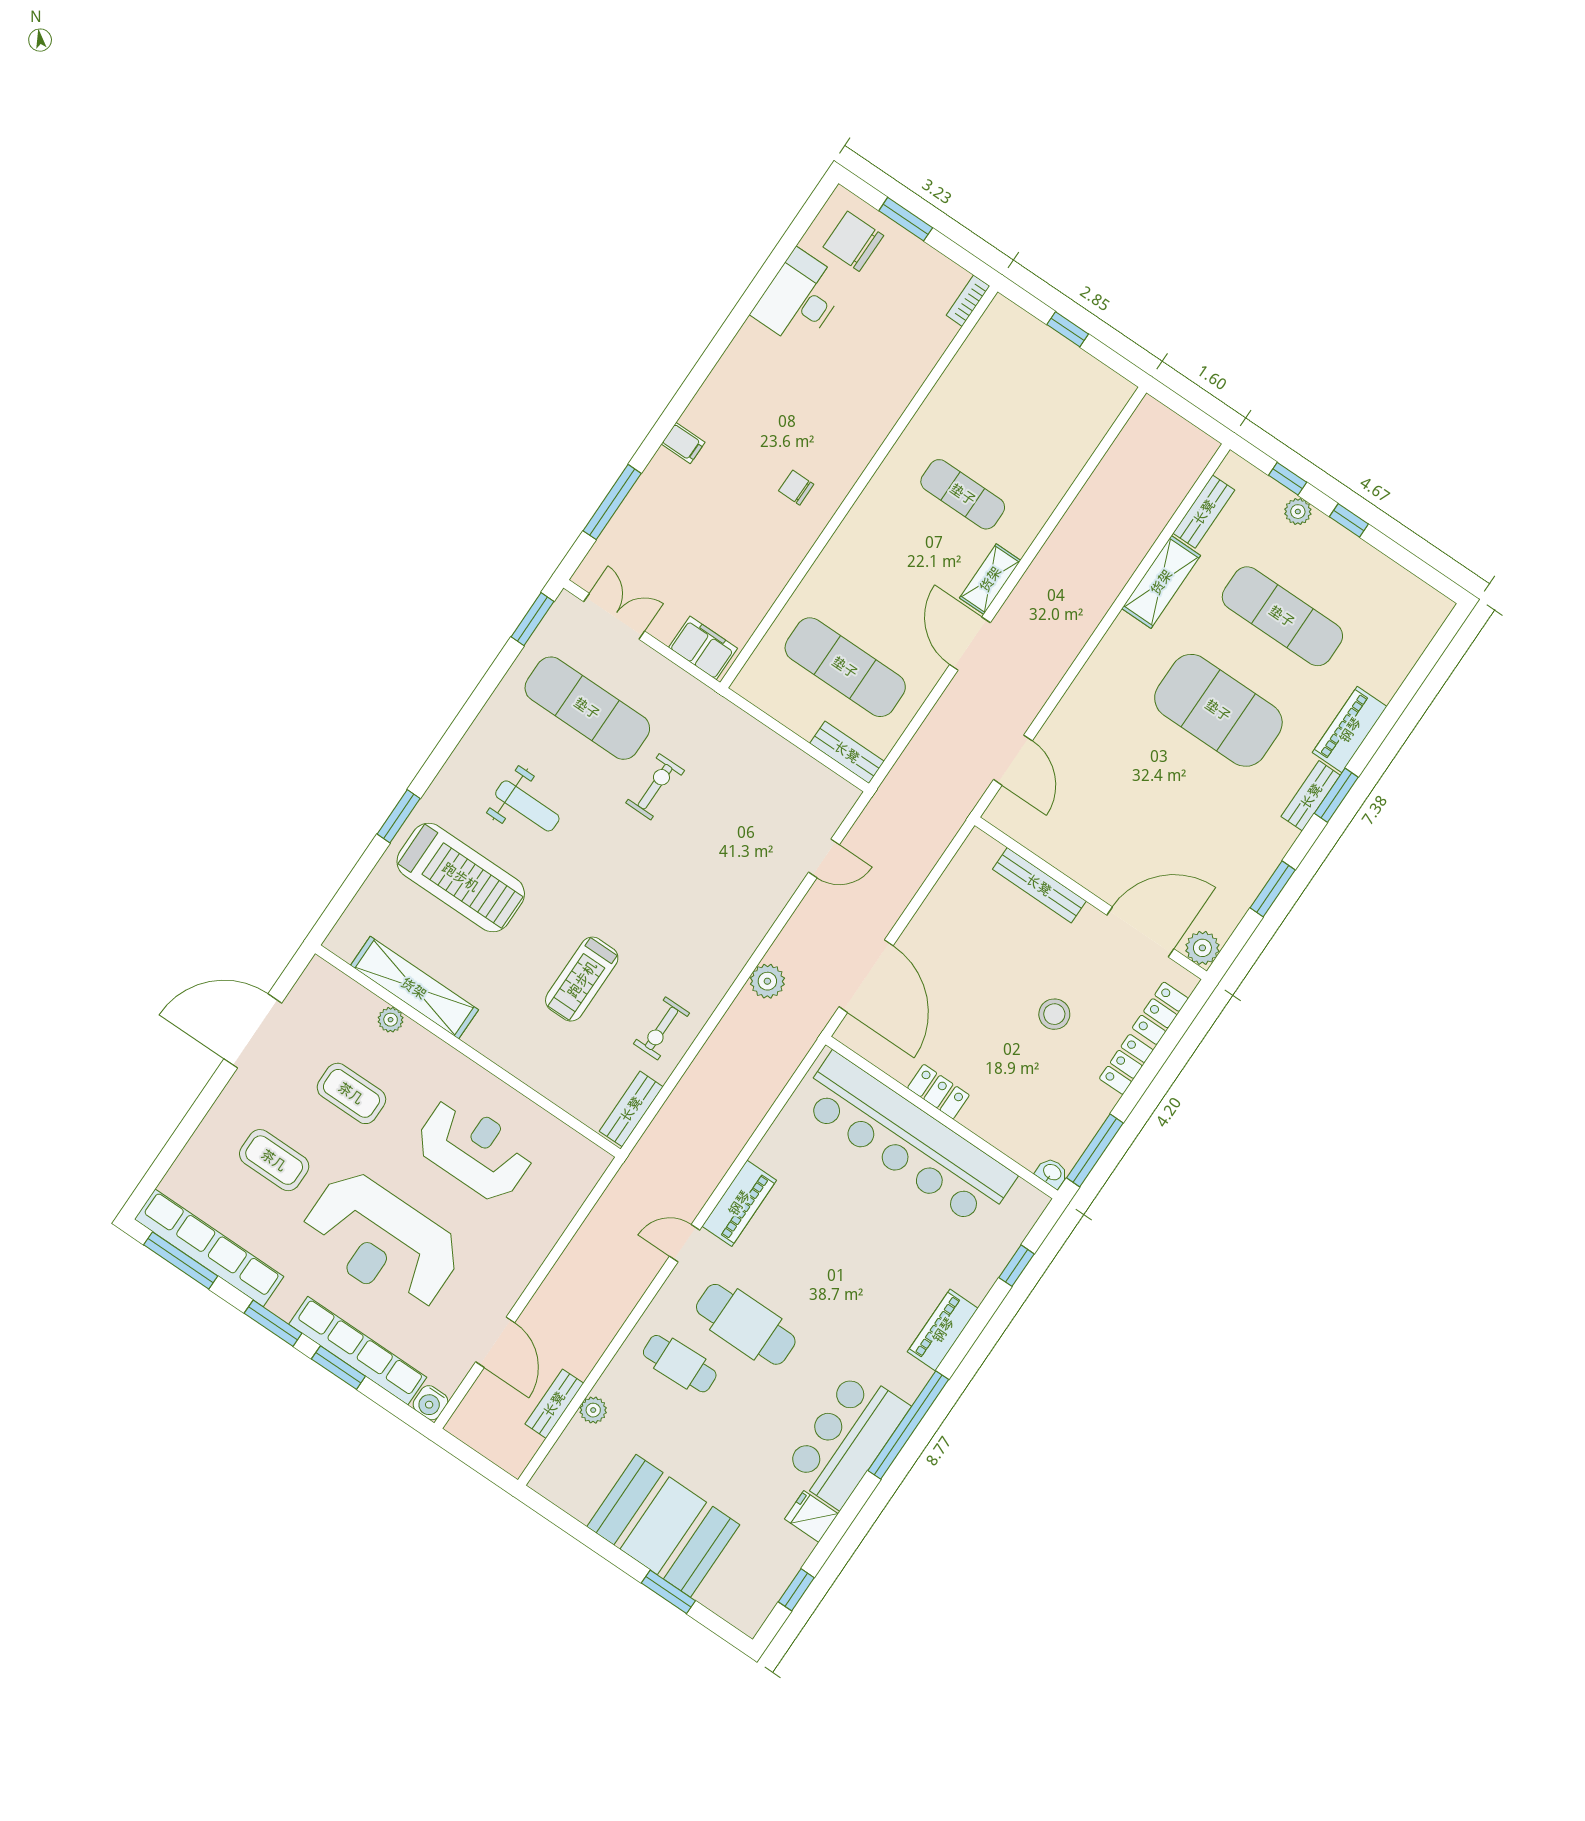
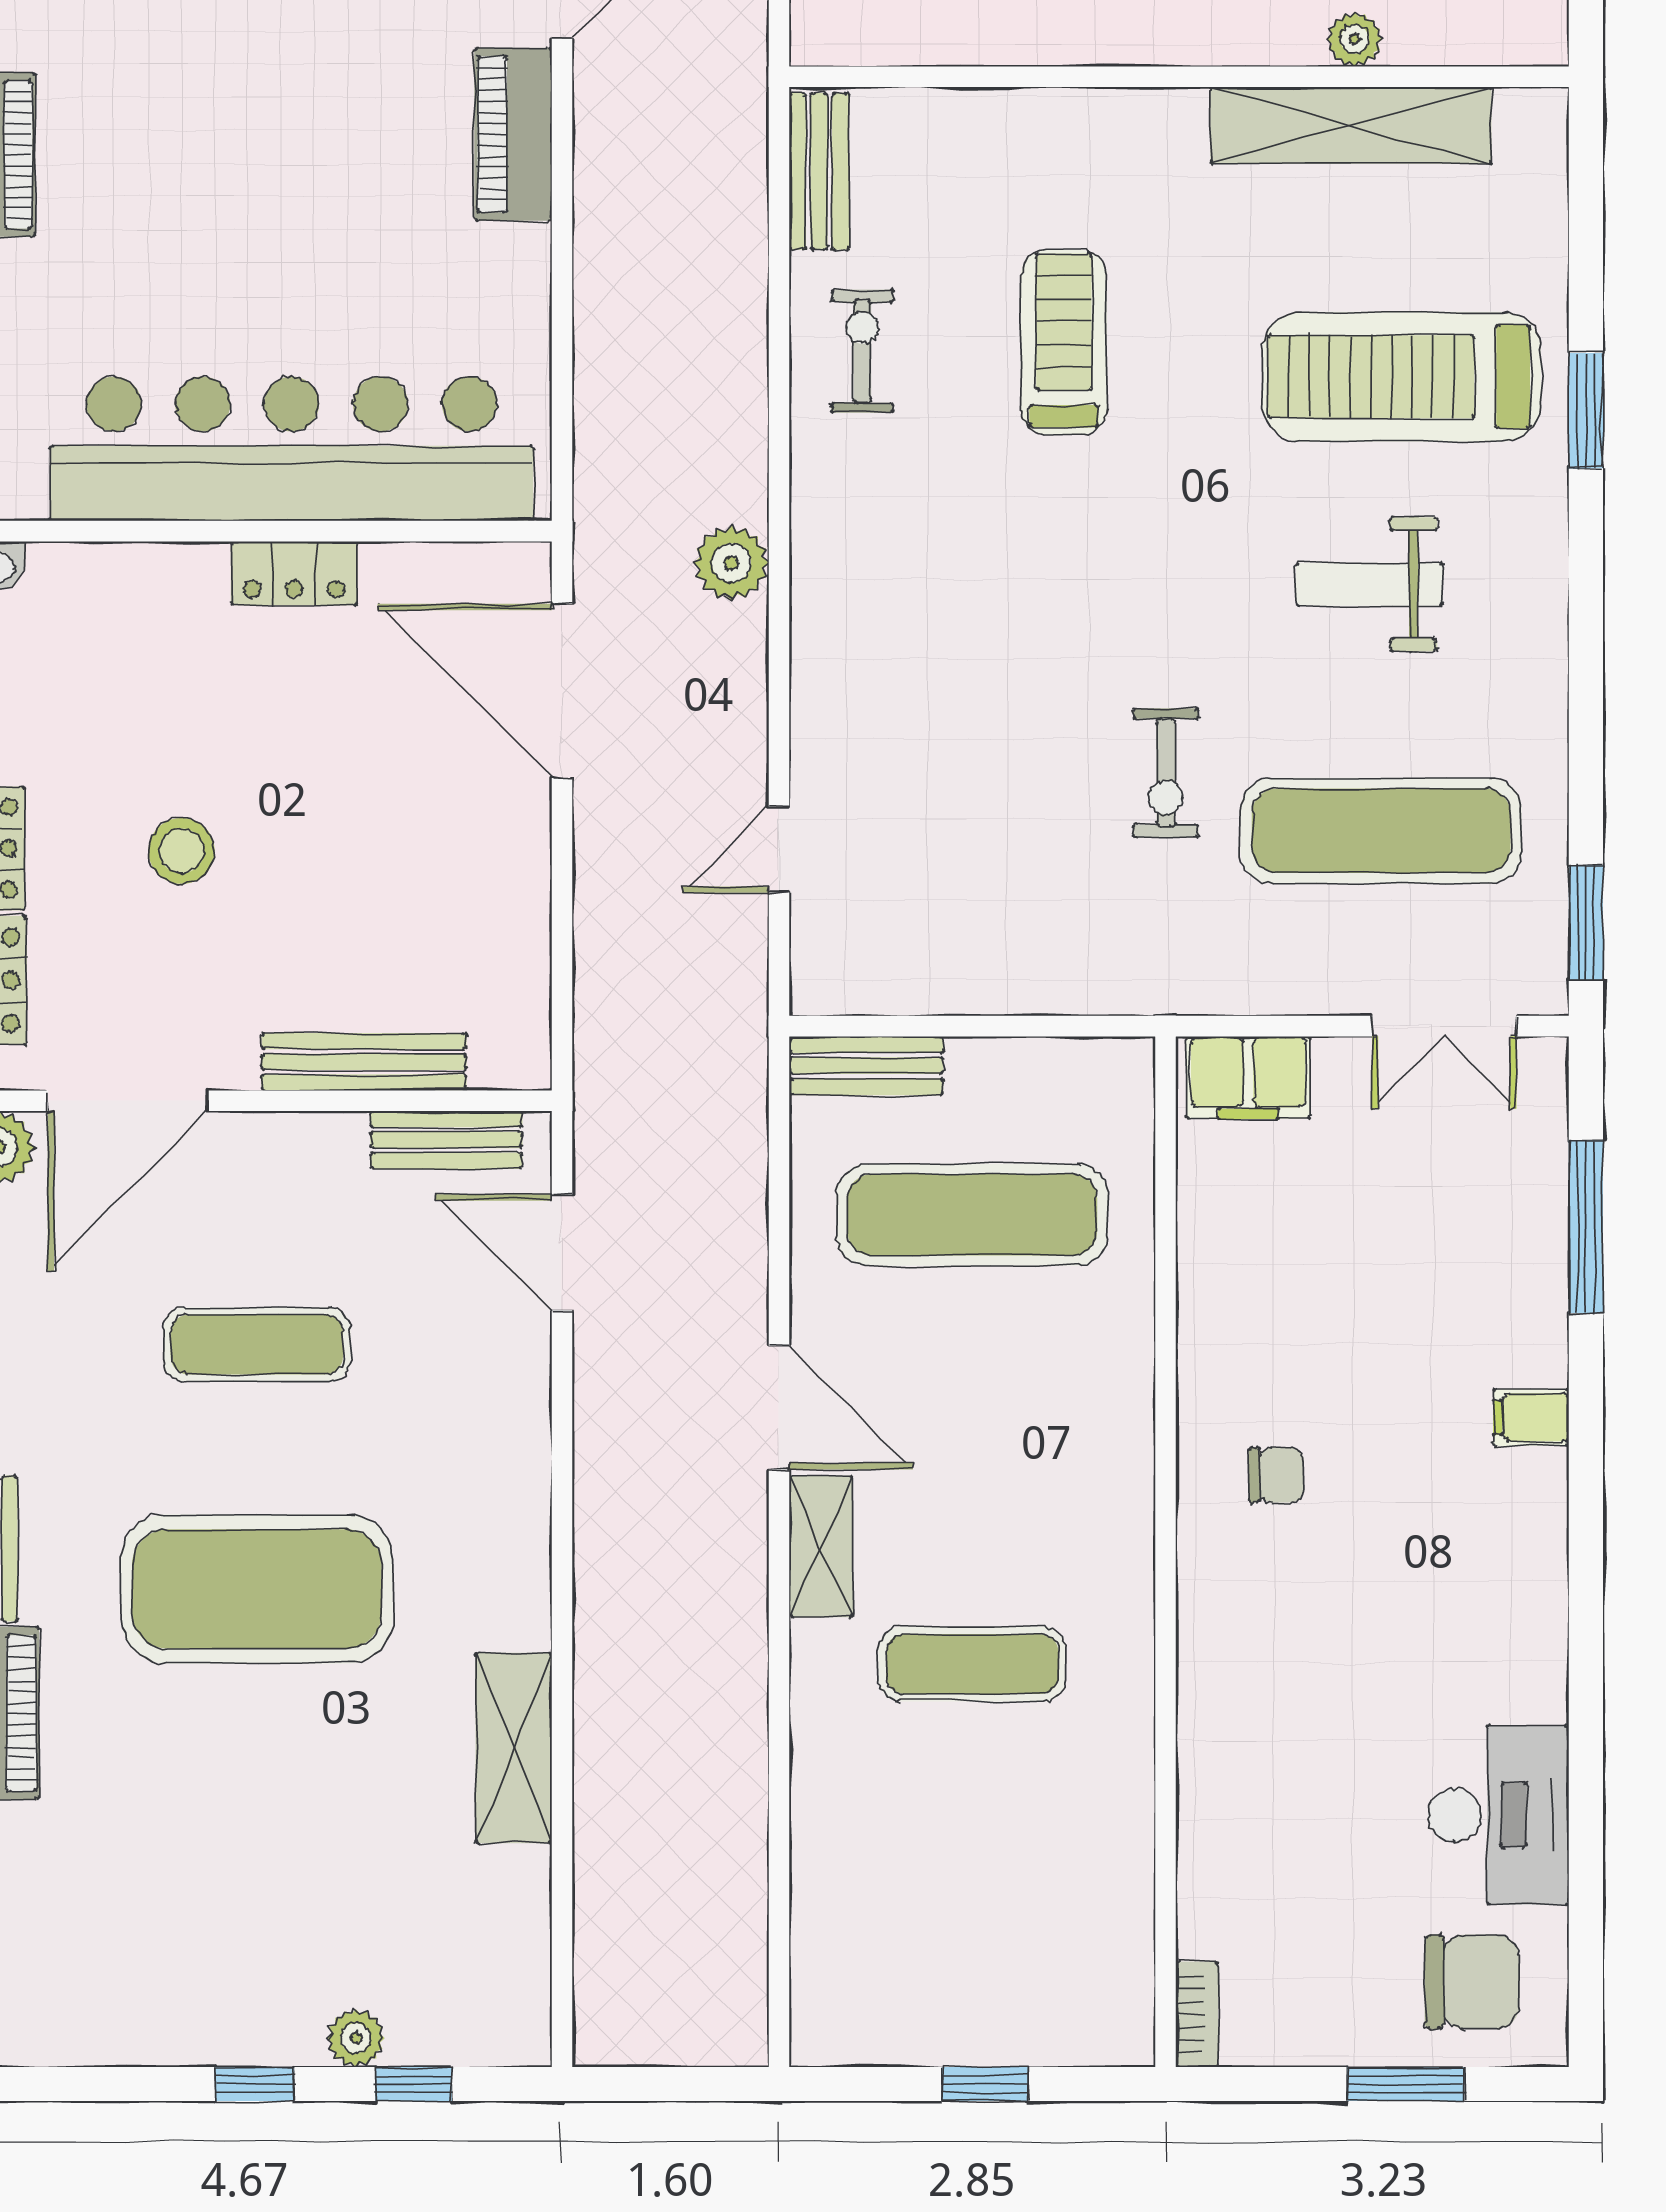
bench: (1204, 512) -> (446, 1140), moved, turned 90
exercise mat: (1282, 616) -> (257, 1345), moved, width x0.73, depth x0.69

